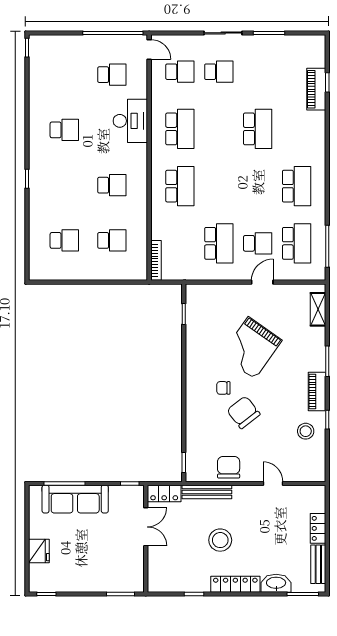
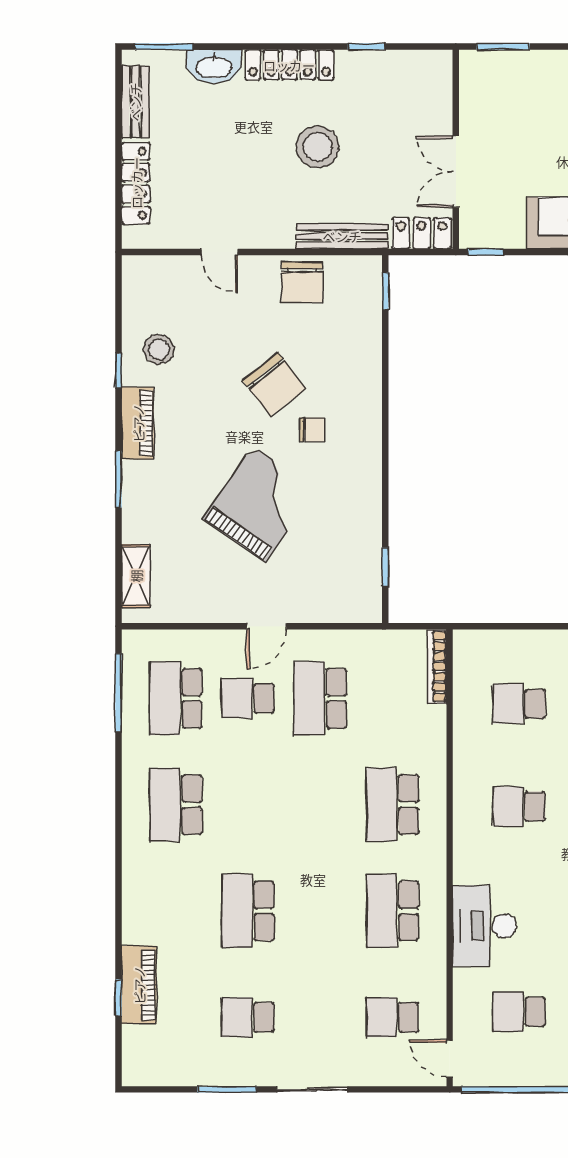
school desk: (219, 72) -> (248, 1017), moved
door: (262, 282) -> (267, 626), moved
locker: (318, 528) -> (136, 183), width x1.53

